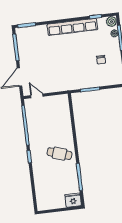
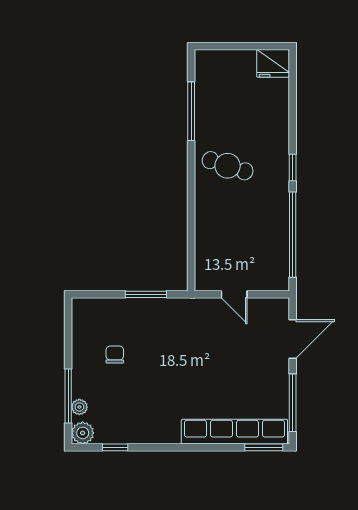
row of seats: (72, 27) -> (234, 432), moved
door: (37, 96) -> (234, 294), moved
fridge: (73, 200) -> (273, 63), moved

